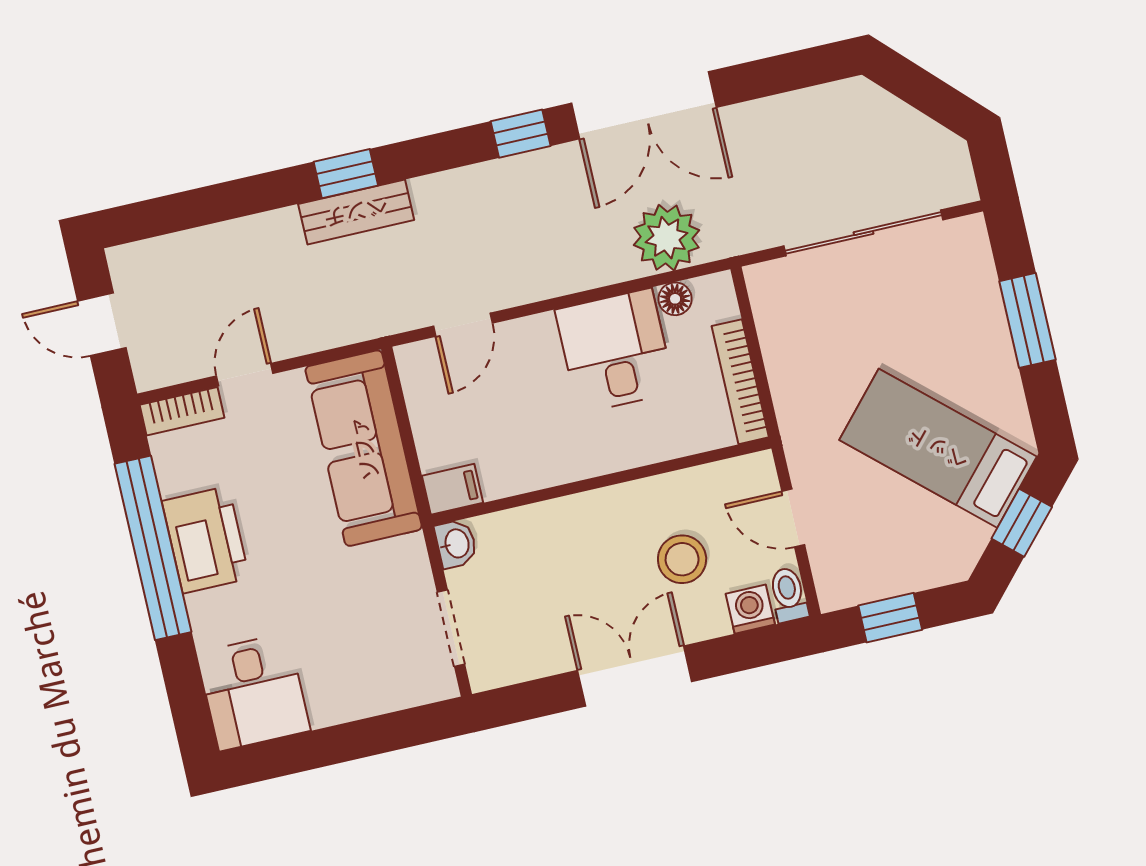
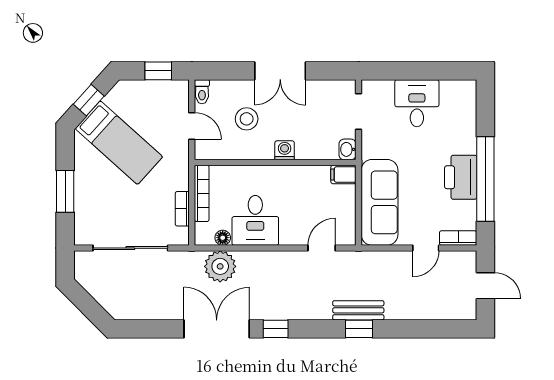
bookcase: (774, 340) -> (182, 209), added
washing machine: (750, 609) -> (285, 150), moved, turned 180
desk: (254, 692) -> (417, 103), moved

